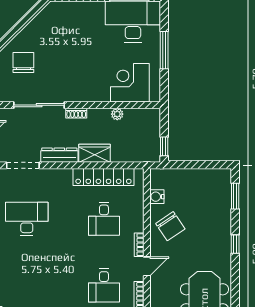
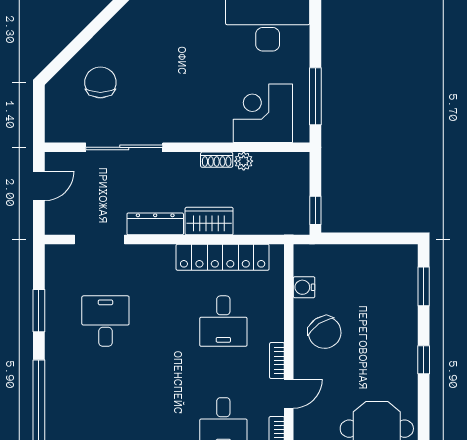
window: (164, 50) -> (315, 96), moved
shoe rack: (76, 113) -> (217, 160), moved
desk: (27, 219) -> (105, 321), width x0.73

